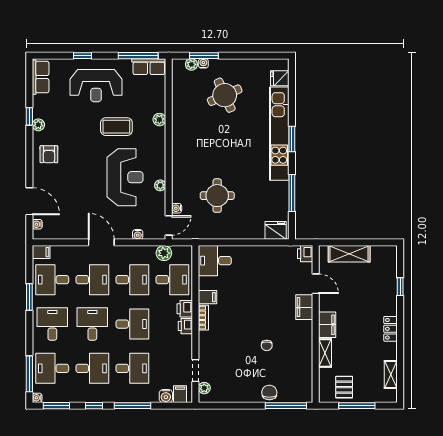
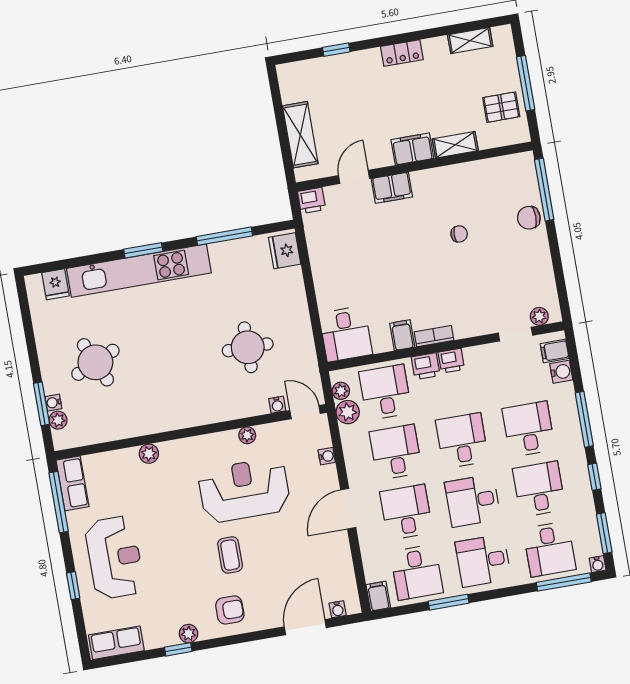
coffee table: (116, 127) -> (230, 555), moved, width x0.73, depth x0.77
plant: (178, 251) -> (341, 391), added

